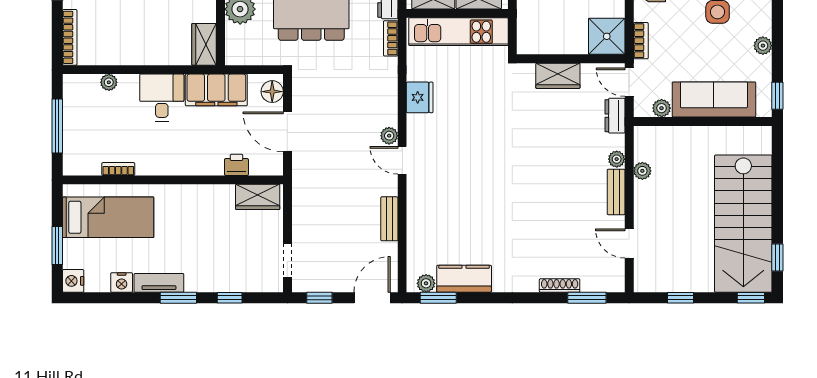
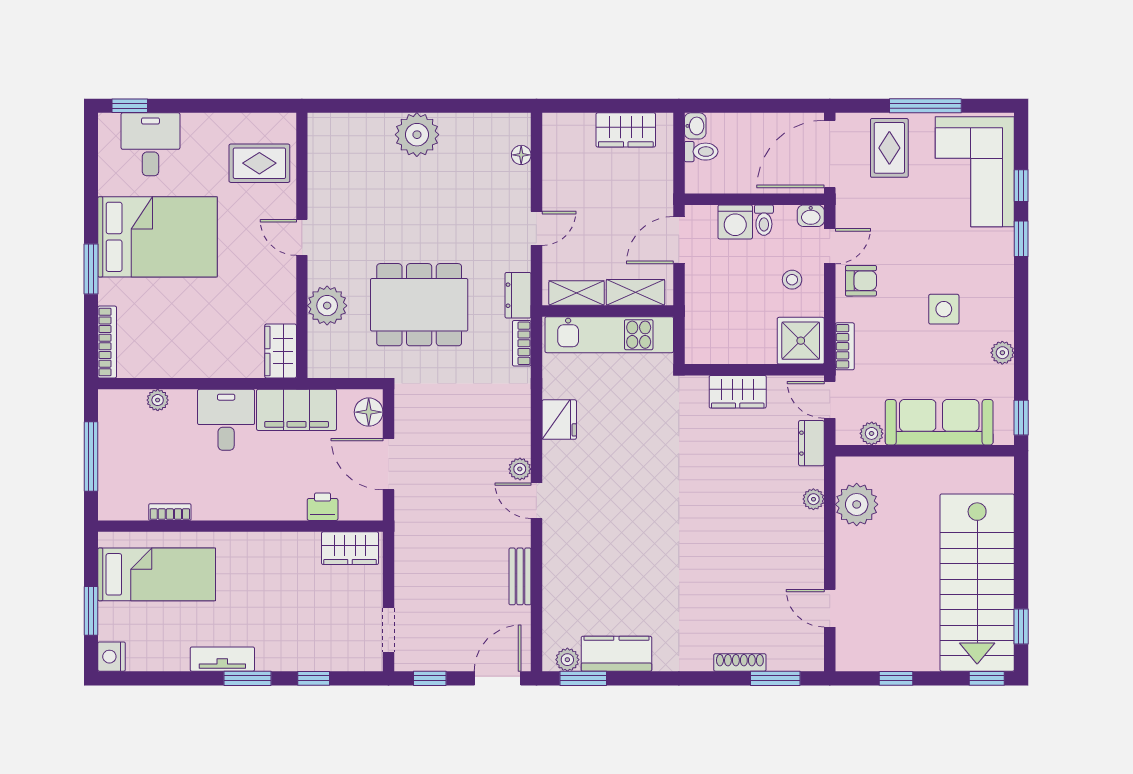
plant: (642, 171) -> (857, 504), width x1.88, depth x1.88
bench: (616, 192) -> (813, 542), removed
nightstand: (122, 282) -> (174, 659), removed

